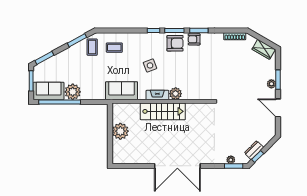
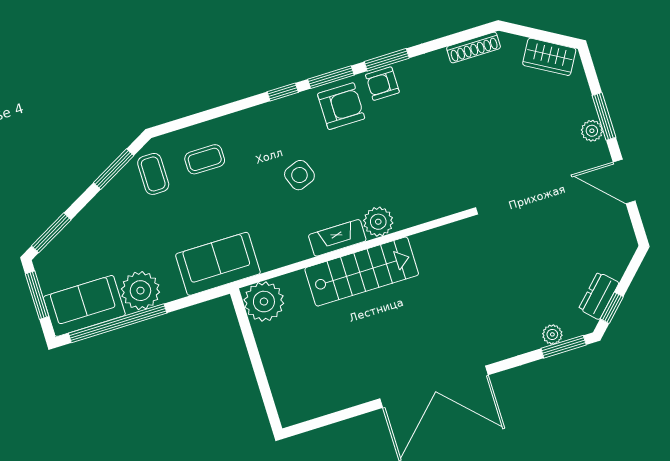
sofa: (122, 91) -> (218, 264), moved
plant: (120, 131) -> (264, 302), moved

